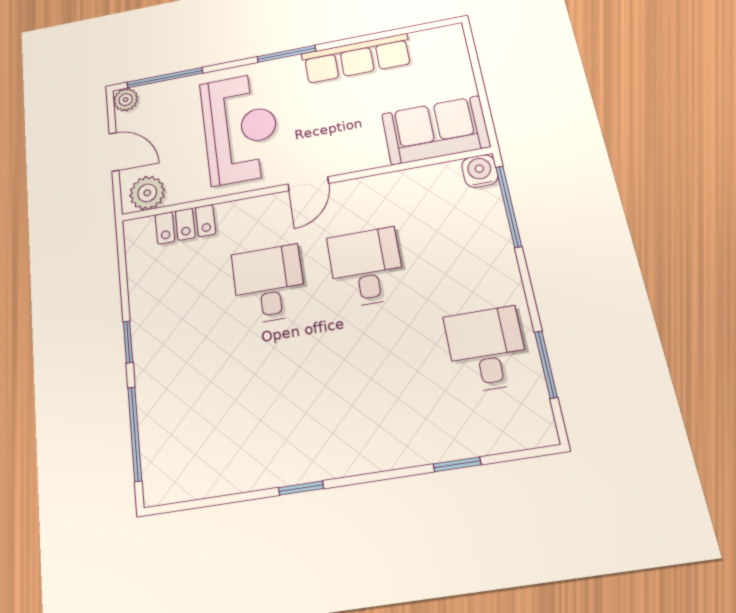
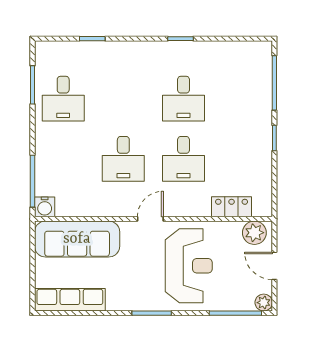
row of seats: (356, 58) -> (70, 300), moved
reception desk: (240, 128) -> (189, 266), turned 180
sofa: (436, 130) -> (77, 239), width x1.36
desk: (282, 383) -> (184, 99), added

